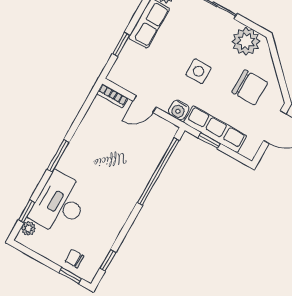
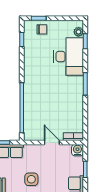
door: (145, 104) -> (52, 142), hinge flipped
water cooler: (179, 110) -> (77, 150), moved

